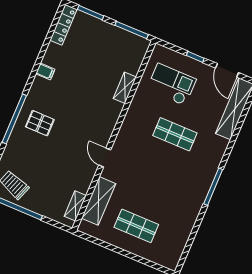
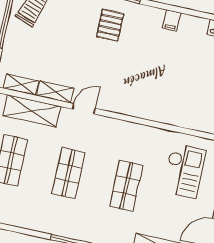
shelving: (125, 88) -> (55, 92), moved
shop shelf: (156, 180) -> (69, 173), added

